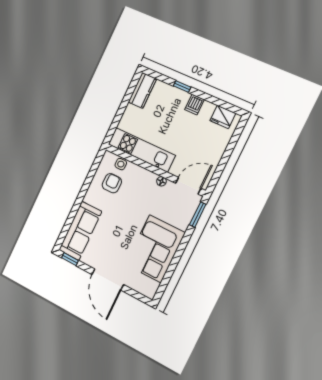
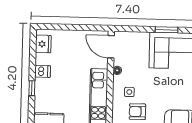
side table: (121, 164) -> (129, 92), moved
window: (198, 215) -> (167, 30), moved

